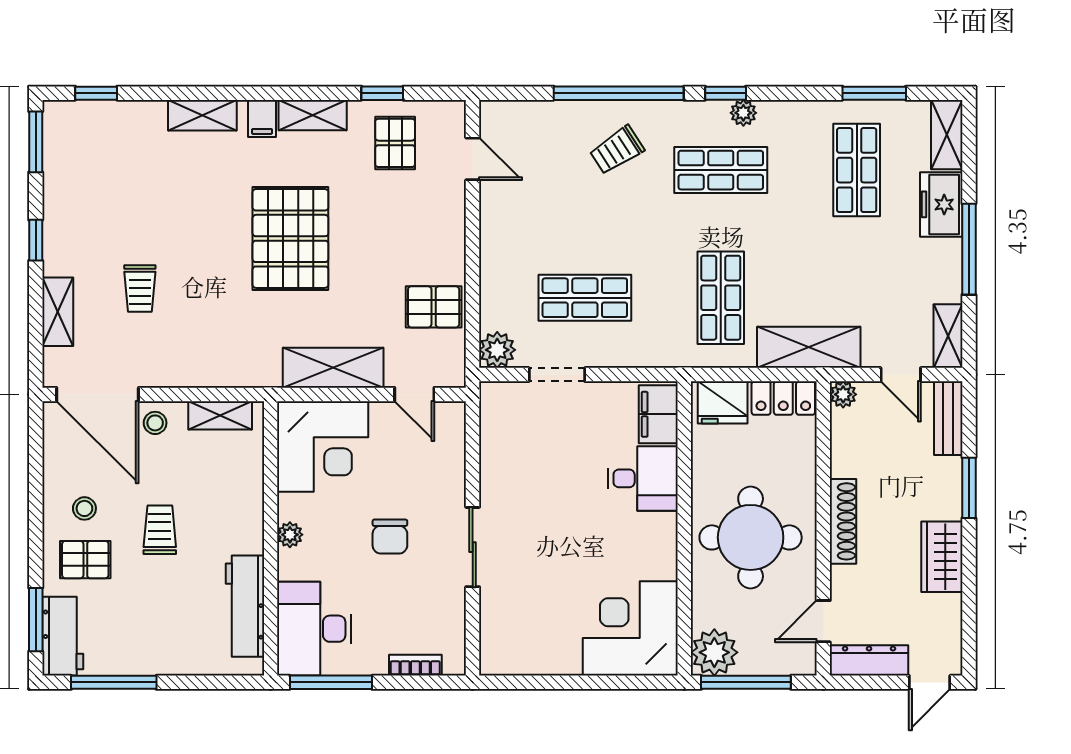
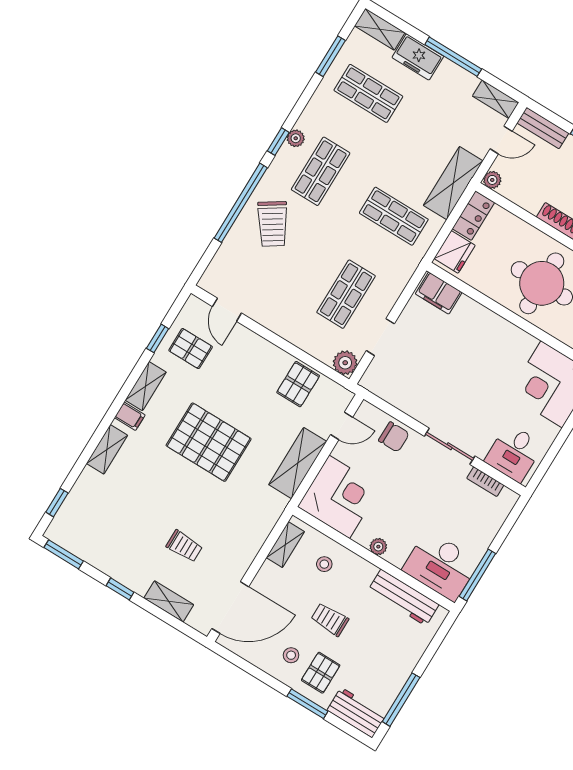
trolley: (617, 150) -> (273, 224), width x1.36, depth x1.39
door: (473, 159) -> (227, 310), swing flipped
stool: (155, 423) -> (324, 564), moved
desk: (643, 478) -> (514, 453), moved, turned 180
chair: (390, 537) -> (394, 437), moved
window: (36, 620) -> (307, 704), moved
bookcase: (415, 665) -> (485, 482), moved, turned -90

